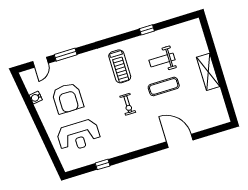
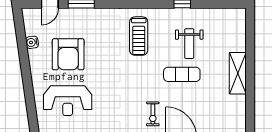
weight bench: (162, 60) -> (189, 44), turned -90
exercise bike: (128, 104) -> (153, 114), moved

